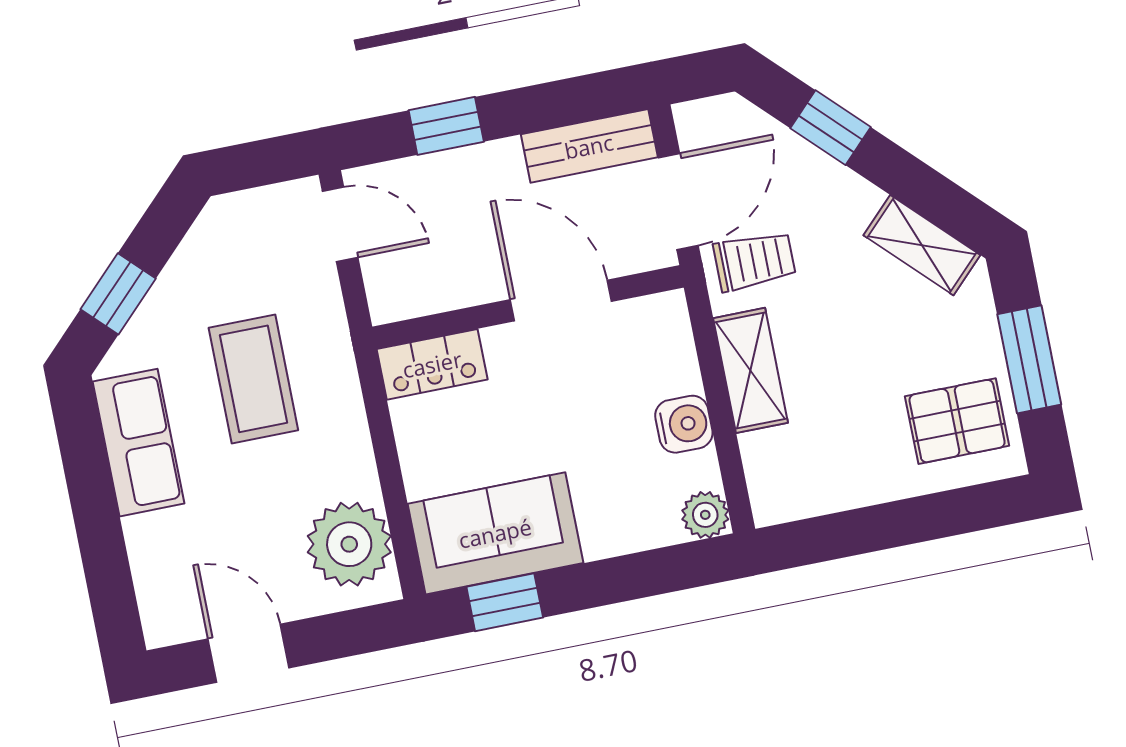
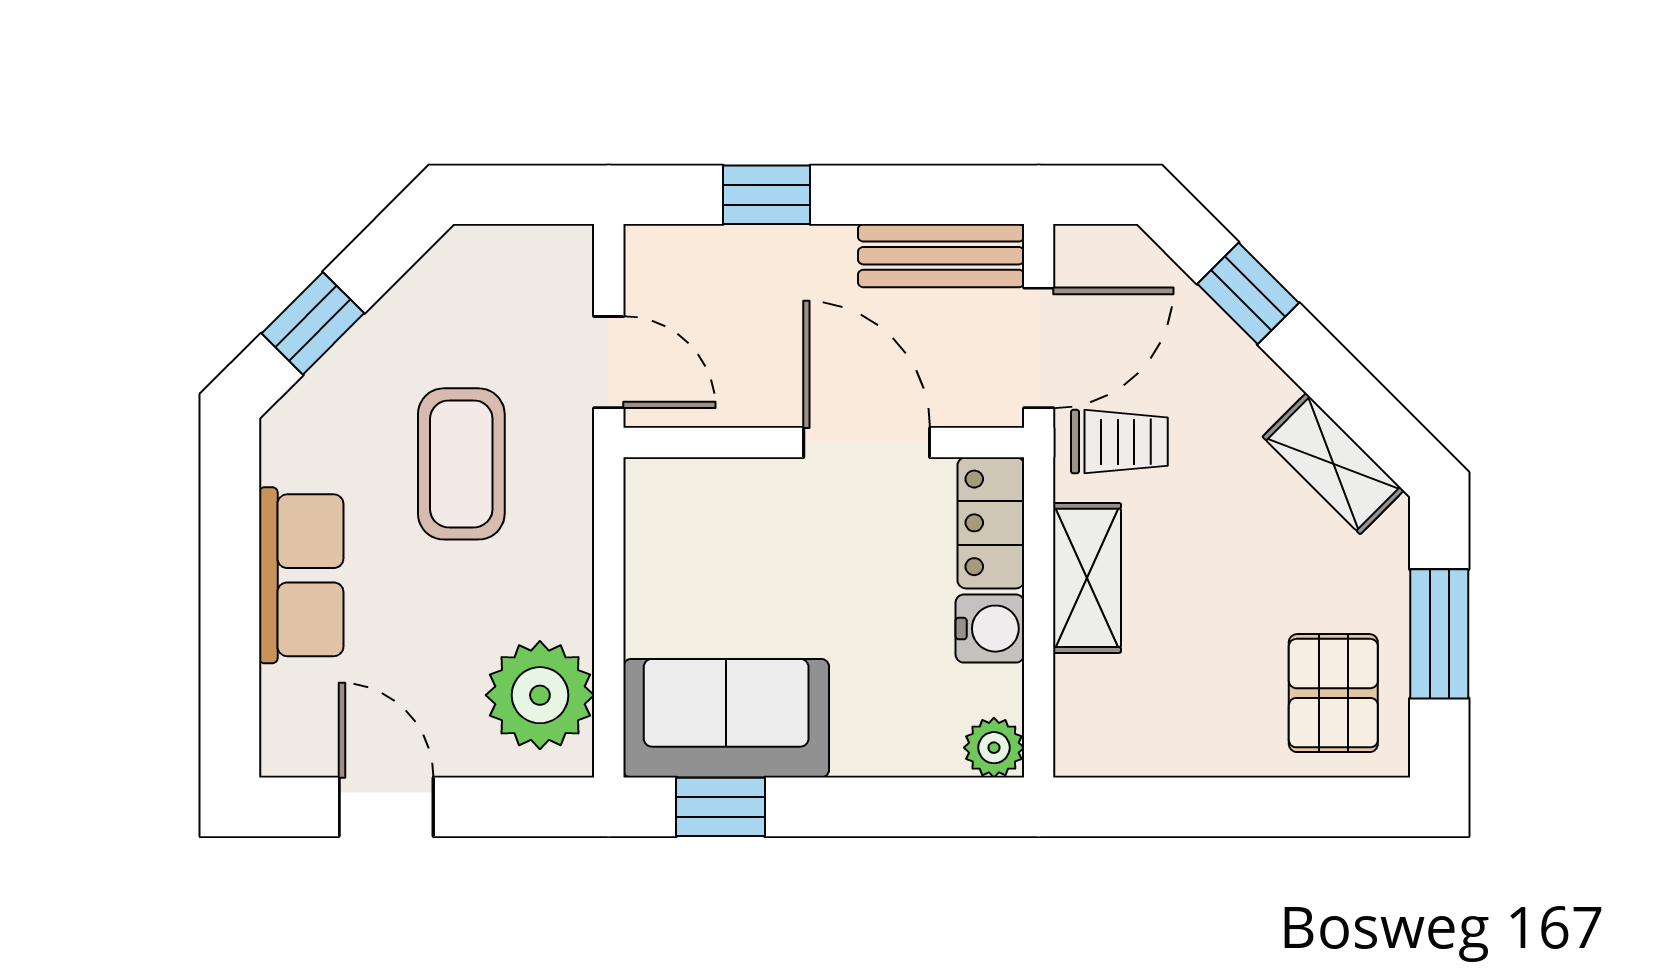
door: (340, 224) -> (609, 362), moved
locker: (432, 364) -> (991, 523), moved, turned 90
pallet: (957, 421) -> (1333, 693), turned 90
row of seats: (139, 443) -> (301, 575), moved

